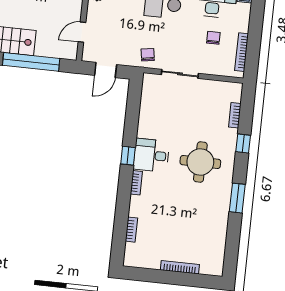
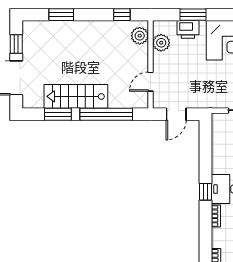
chair: (148, 55) -> (214, 96), removed

